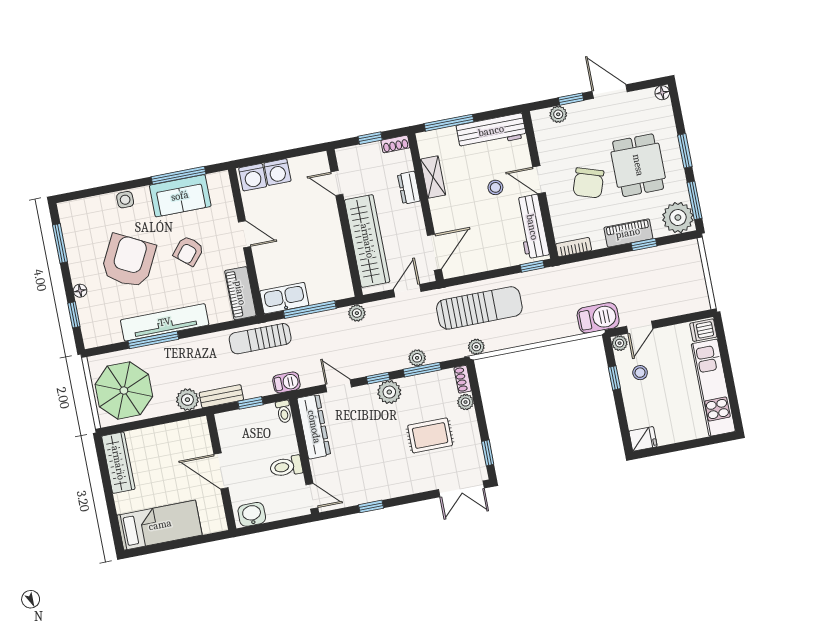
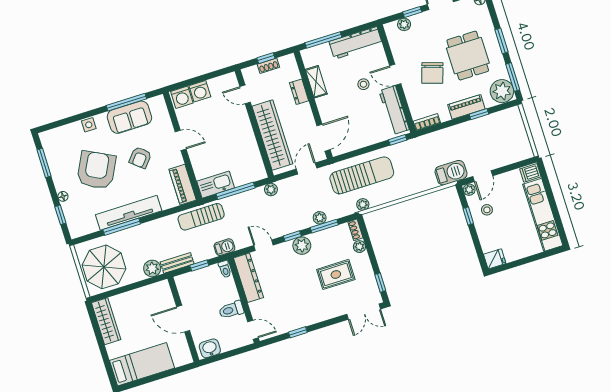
shoe rack: (395, 144) -> (268, 66), moved

